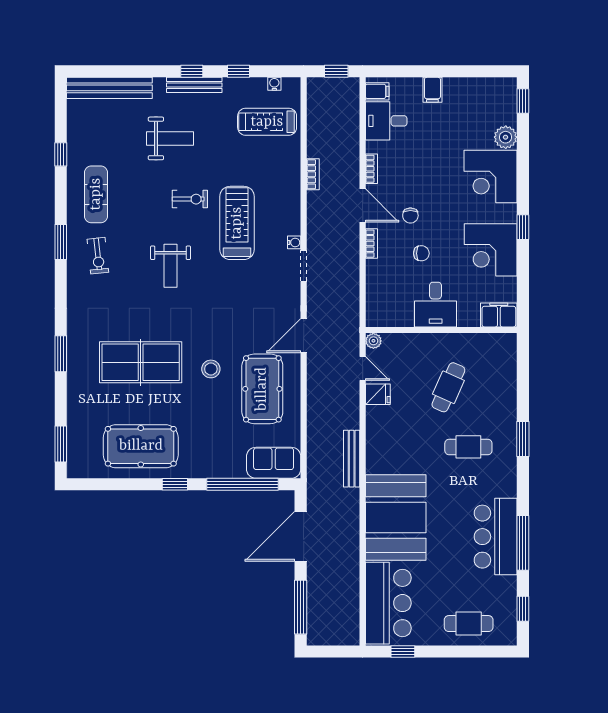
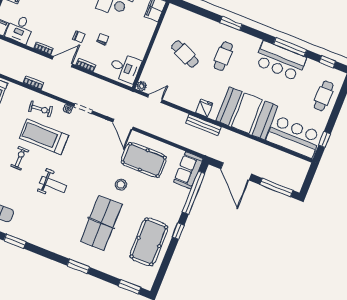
exercise bike: (98, 256) -> (41, 109), moved
desk: (436, 305) -> (125, 68), moved
fridge: (378, 394) -> (204, 108), moved

